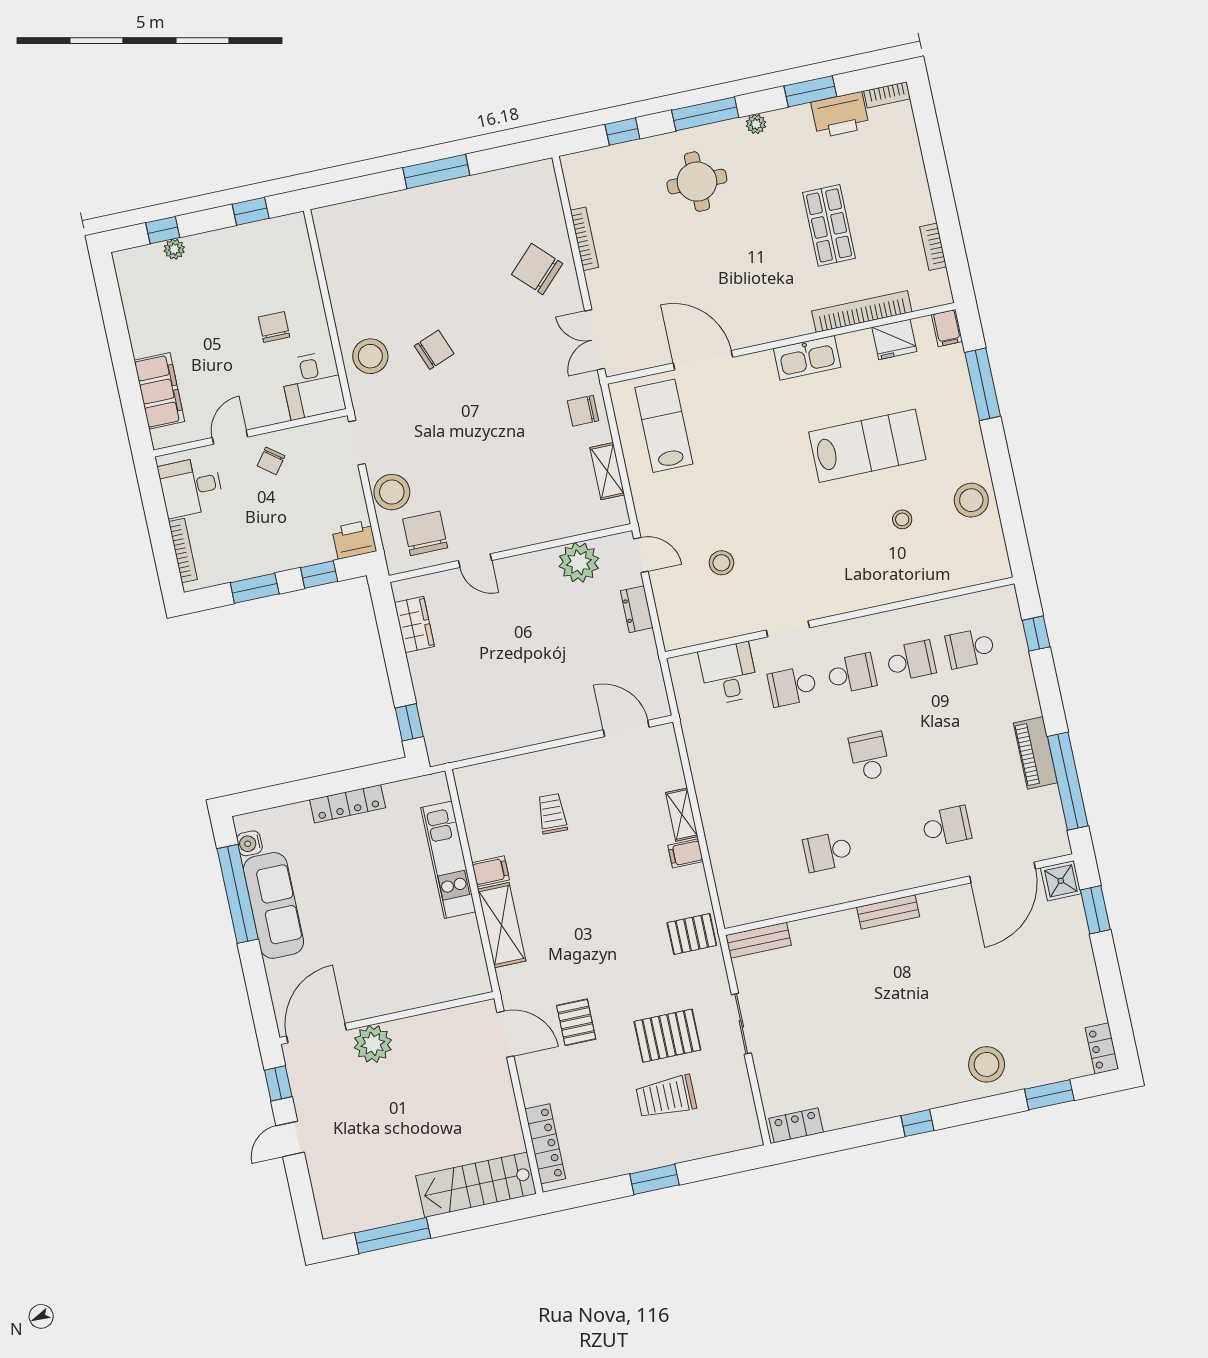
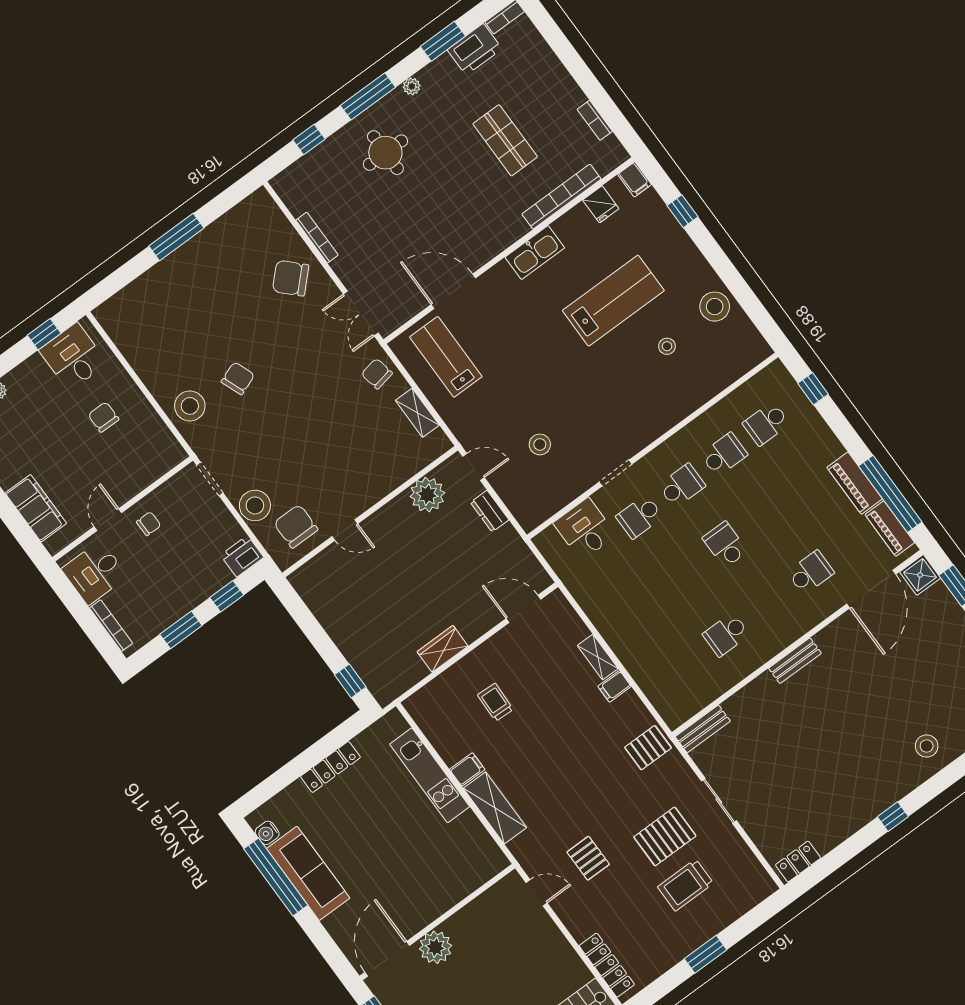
fridge: (894, 339) -> (601, 204), width x0.72
window: (983, 384) -> (683, 211), width x0.46
desk: (313, 385) -> (73, 357), moved, turned 180
chair: (583, 411) -> (377, 374), turned 79
chair: (271, 461) -> (149, 524), turned -127
wardrobe: (414, 625) -> (443, 649), moved, turned -90
piano: (1051, 817) -> (890, 529), added
door: (505, 1034) -> (536, 893), width x0.73
stool: (987, 1064) -> (927, 746), width x0.73, depth x0.73

